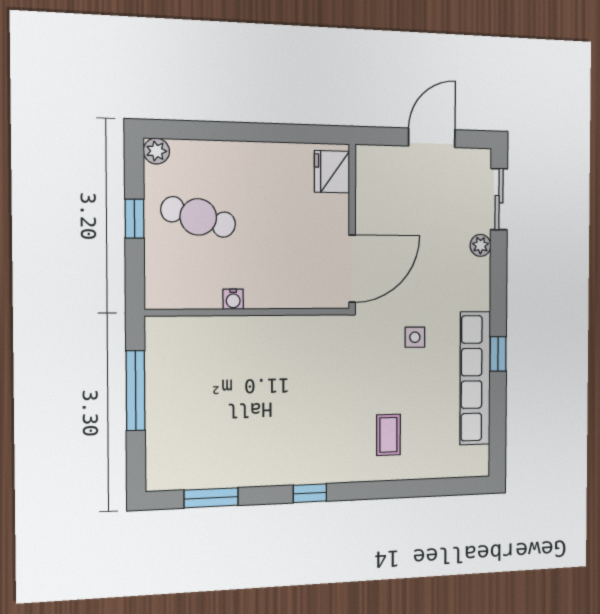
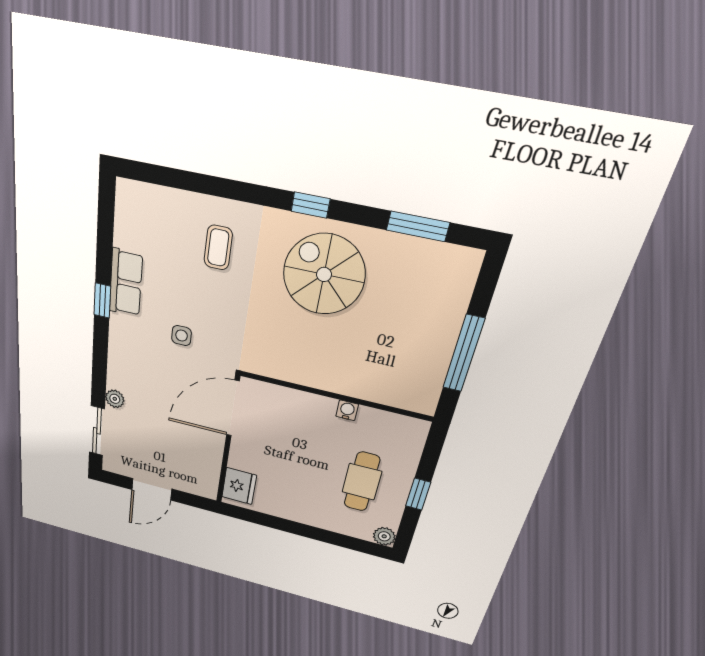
cafe table: (198, 217) -> (362, 482), turned 74
row of seats: (475, 378) -> (126, 283), width x0.50
spiral stairs: (285, 434) -> (324, 274), added

